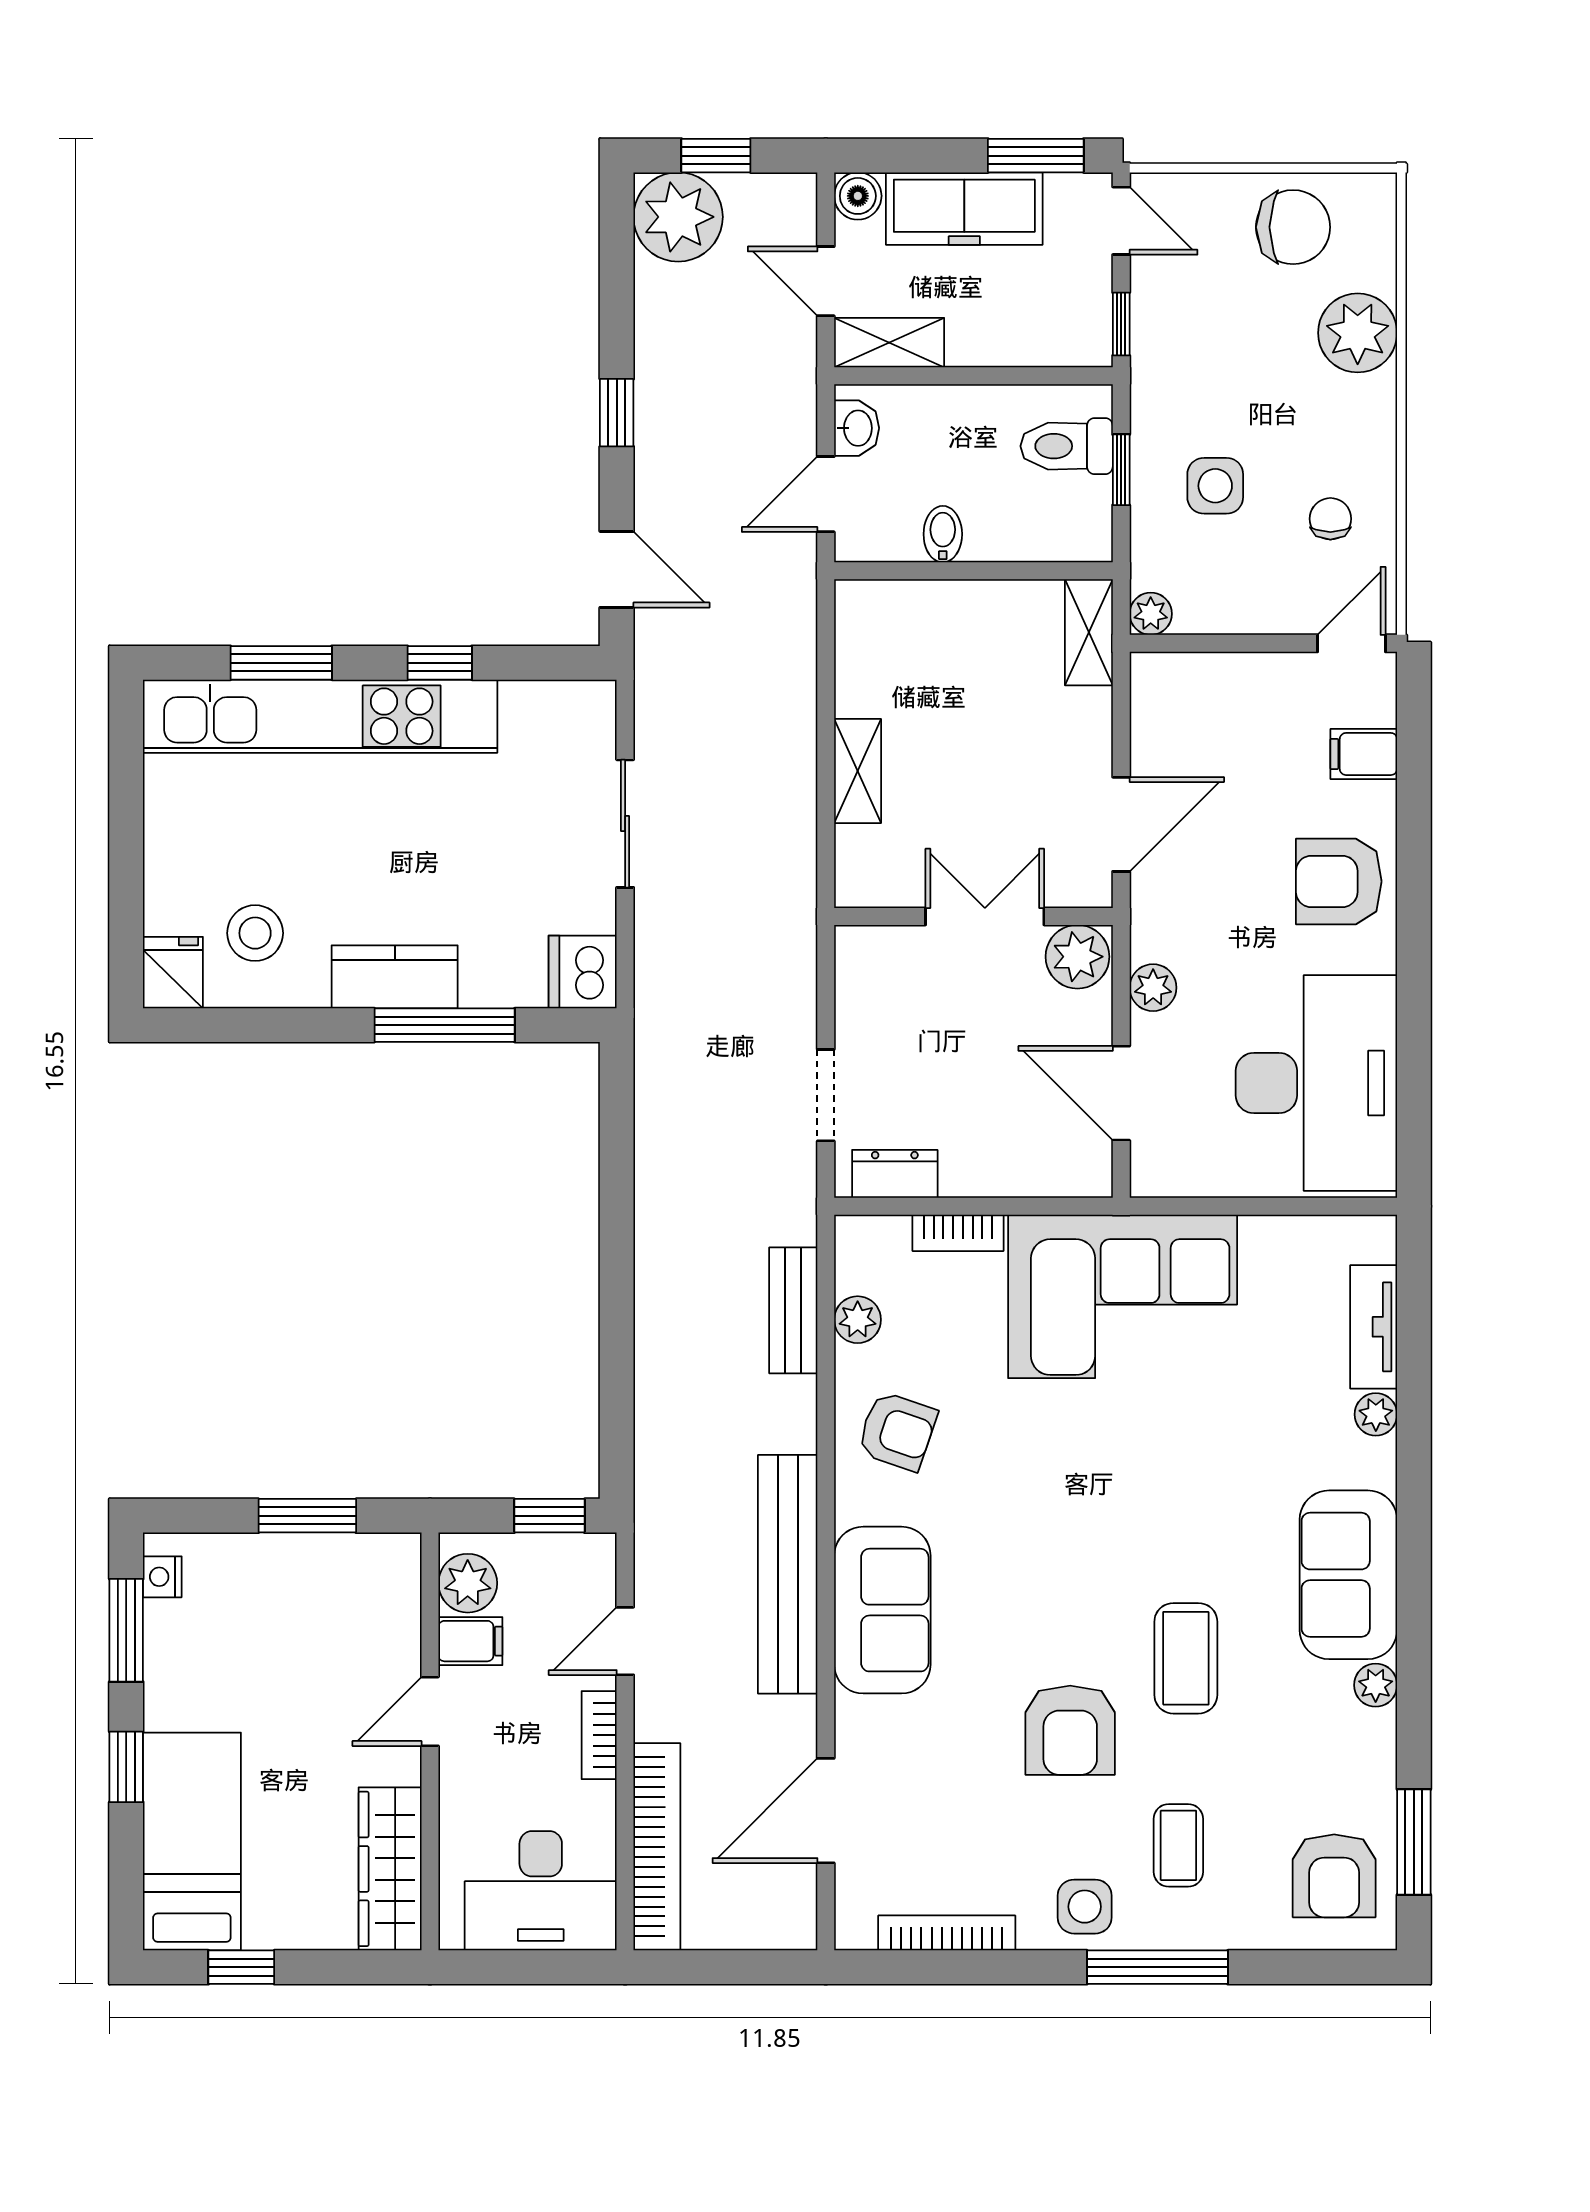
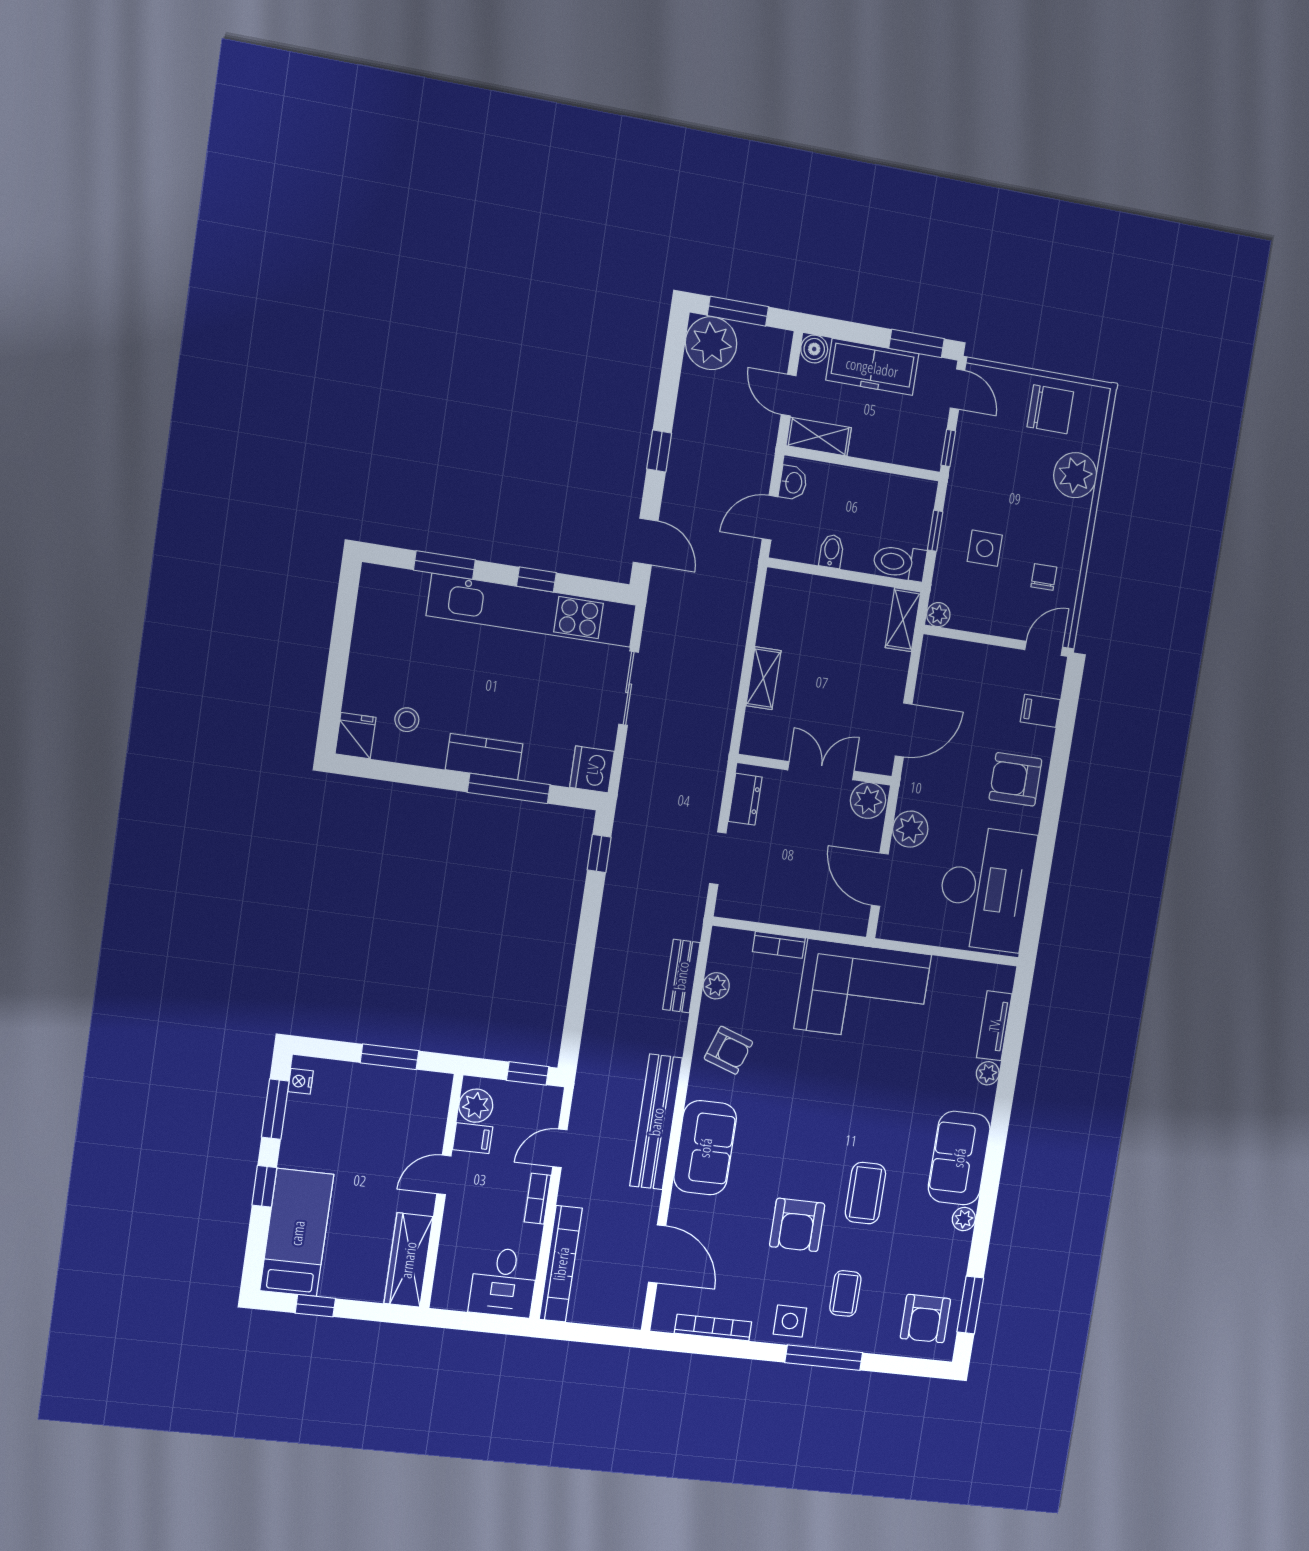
window: (716, 156) -> (738, 311), width x1.50
toilet: (1067, 446) -> (900, 562), moved
kitchen unit: (320, 716) -> (532, 610), moved
stool: (255, 933) -> (407, 720), width x0.73, depth x0.73
plant: (1153, 988) -> (910, 829), width x1.38, depth x1.38
window: (617, 1116) -> (599, 854), added
dresser: (895, 1174) -> (745, 799), moved, turned 90
door: (826, 1811) -> (657, 1254), swing flipped
desk: (541, 1891) -> (504, 1282), width x0.73

